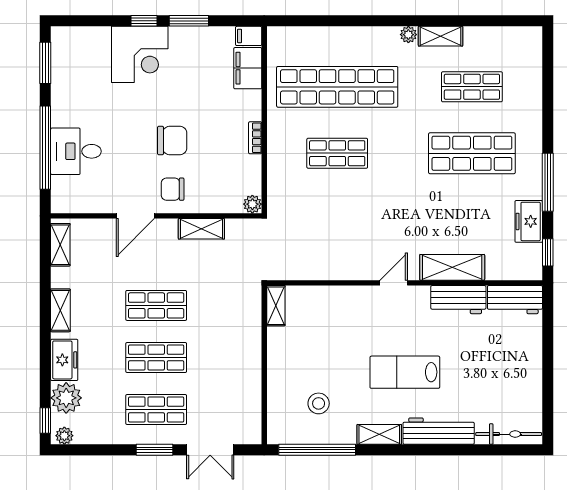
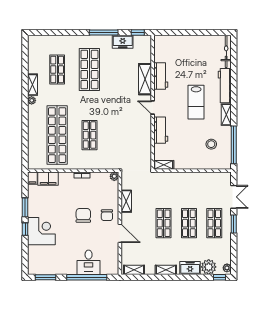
workbench: (515, 300) -> (161, 130), moved

